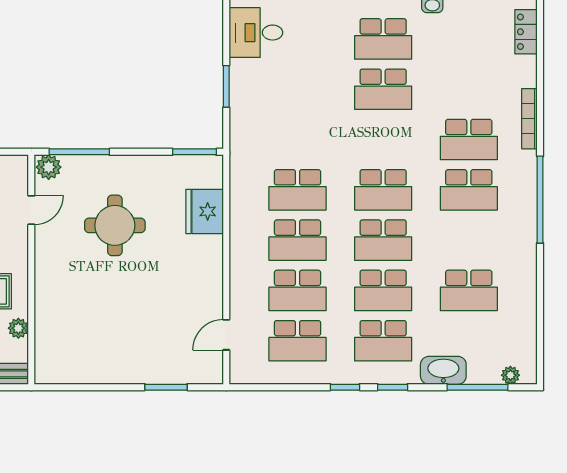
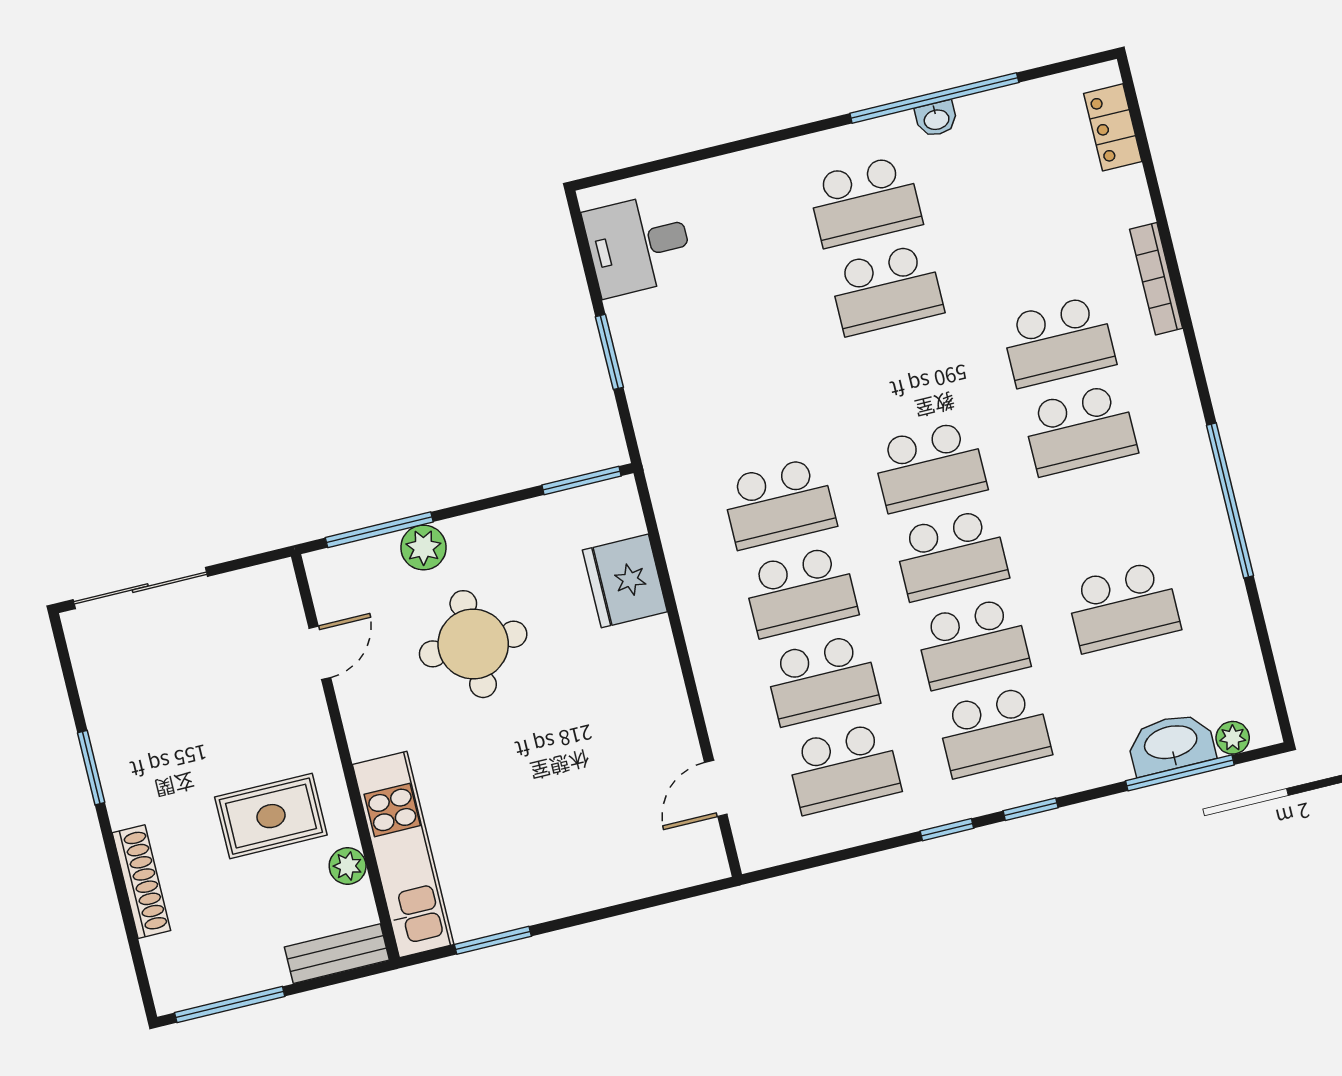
plant: (49, 167) -> (423, 548), moved
window: (540, 200) -> (1230, 501), moved
kitchen unit: (50, 329) -> (403, 854), added
washbasin: (443, 370) -> (1171, 744), moved
window: (166, 387) -> (493, 940), moved

